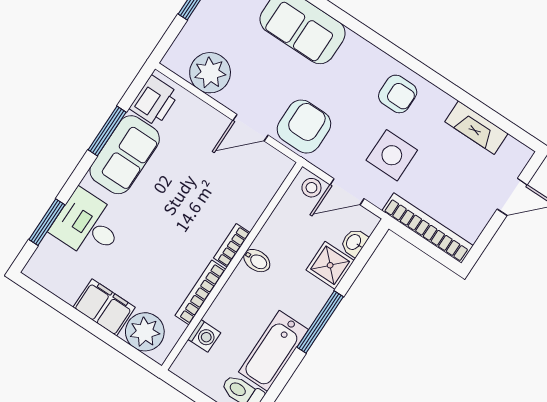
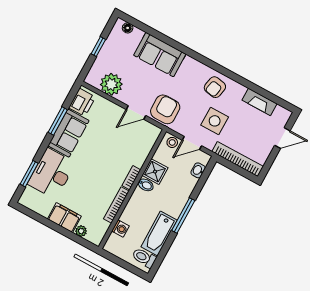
armchair: (398, 94) -> (215, 87), turned 101
desk: (88, 225) -> (52, 173), width x1.37
shower: (330, 265) -> (155, 172), moved
plant: (145, 332) -> (81, 231), width x0.53, depth x0.53

